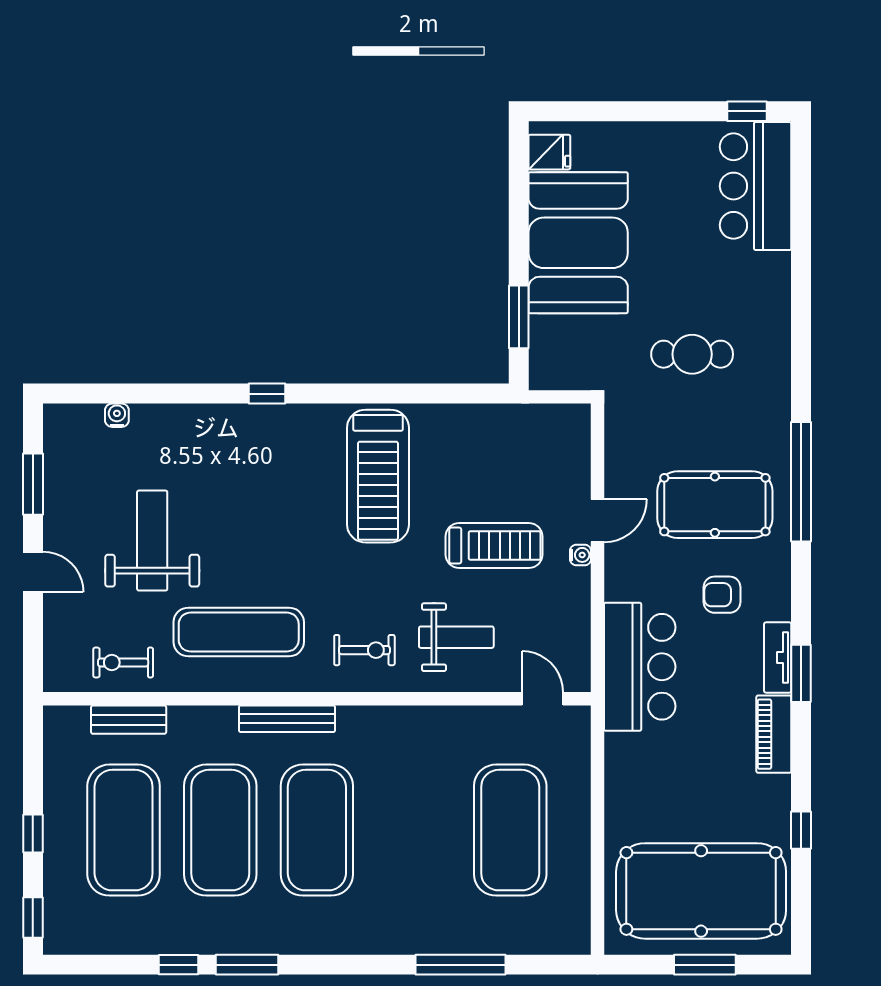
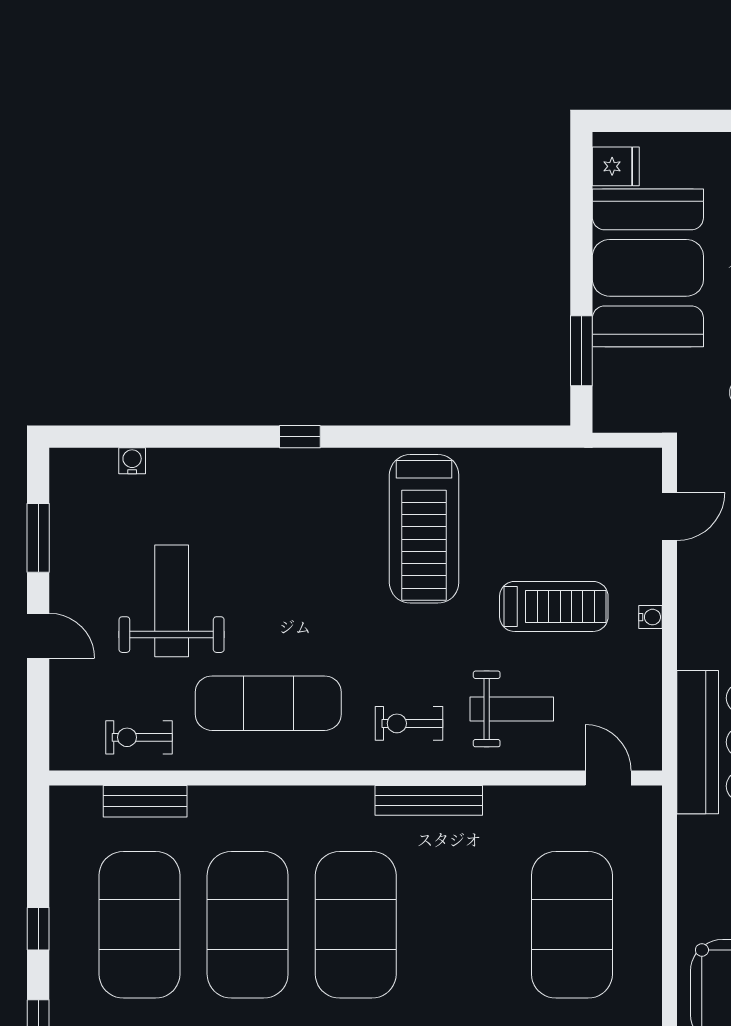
door: (597, 521) -> (670, 516), moved
exercise bike: (364, 650) -> (409, 723), turned 180
bench: (287, 719) -> (429, 800), moved

